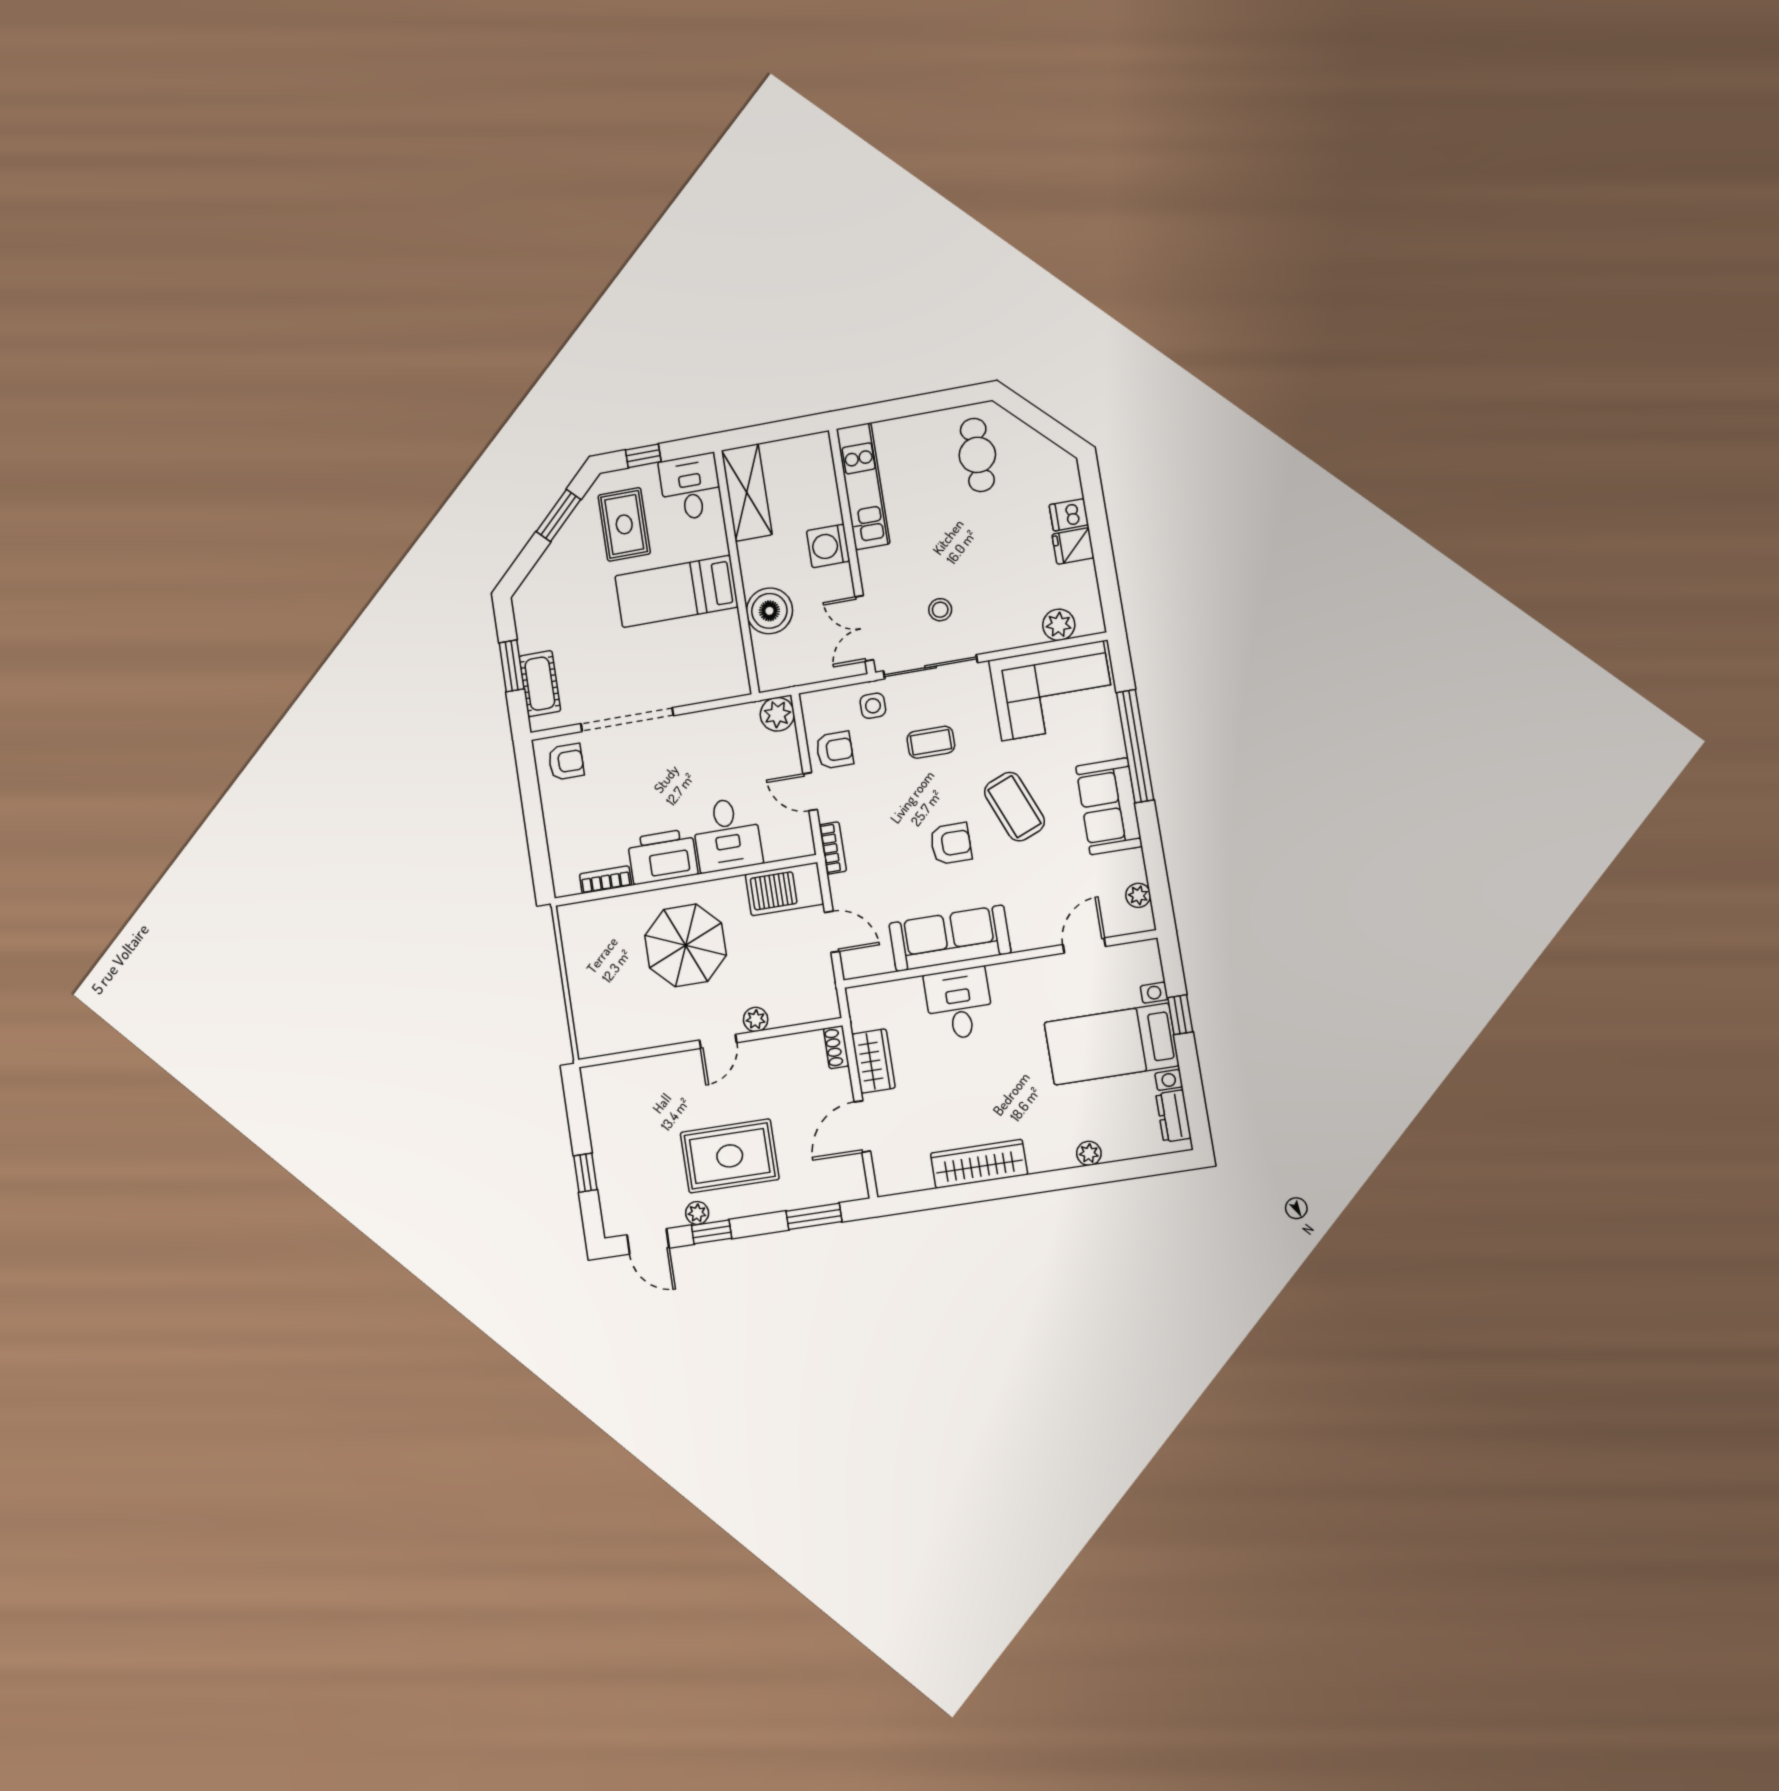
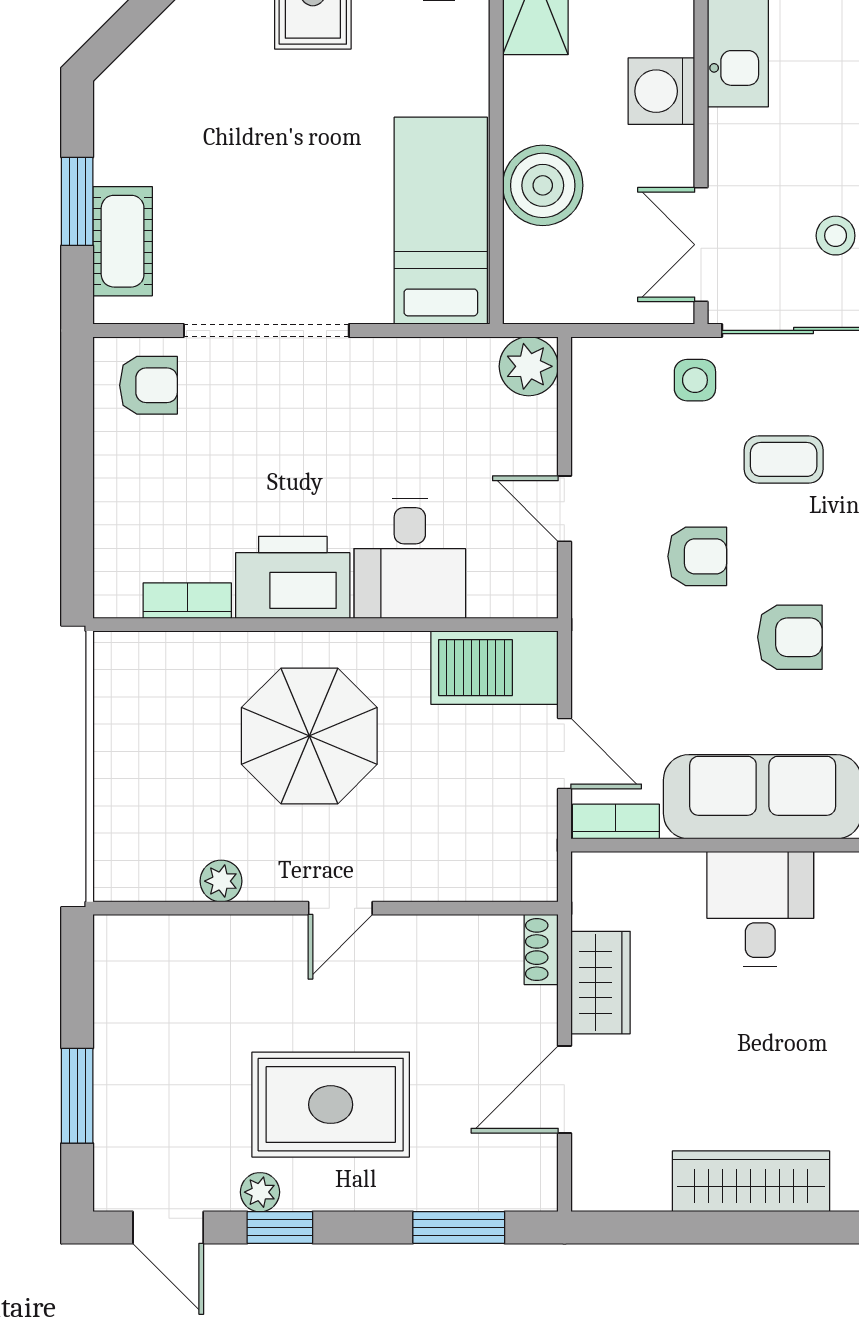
bed: (676, 591) -> (441, 221), moved, turned 90
armchair: (835, 750) -> (697, 556), moved
bookcase: (833, 848) -> (616, 821), moved, turned -90
plant: (756, 1019) -> (221, 881), moved
window: (585, 1173) -> (77, 1096), width x1.50

